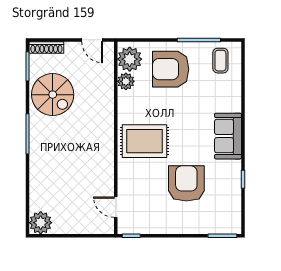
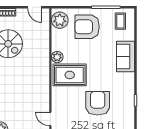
plant: (126, 81) -> (57, 57), moved
sofa: (228, 136) -> (125, 56), moved

